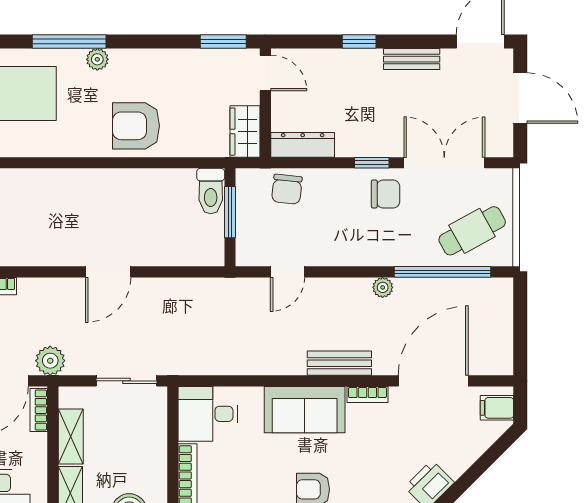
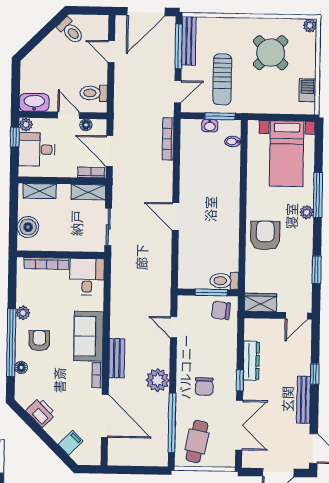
window: (223, 42) -> (317, 270), moved
bench: (412, 59) -> (304, 400), width x1.36
dresser: (303, 145) -> (251, 361), moved
chair: (287, 189) -> (221, 310), moved
chair: (386, 194) -> (204, 386), moved
cafe table: (472, 231) -> (197, 441), turned 41
plant: (383, 287) -> (158, 380), width x1.88, depth x1.88
plant: (50, 361) -> (121, 180), removed
filing cabinet: (497, 408) -> (71, 443), moved, turned 45
shelving: (71, 437) -> (88, 192), moved

